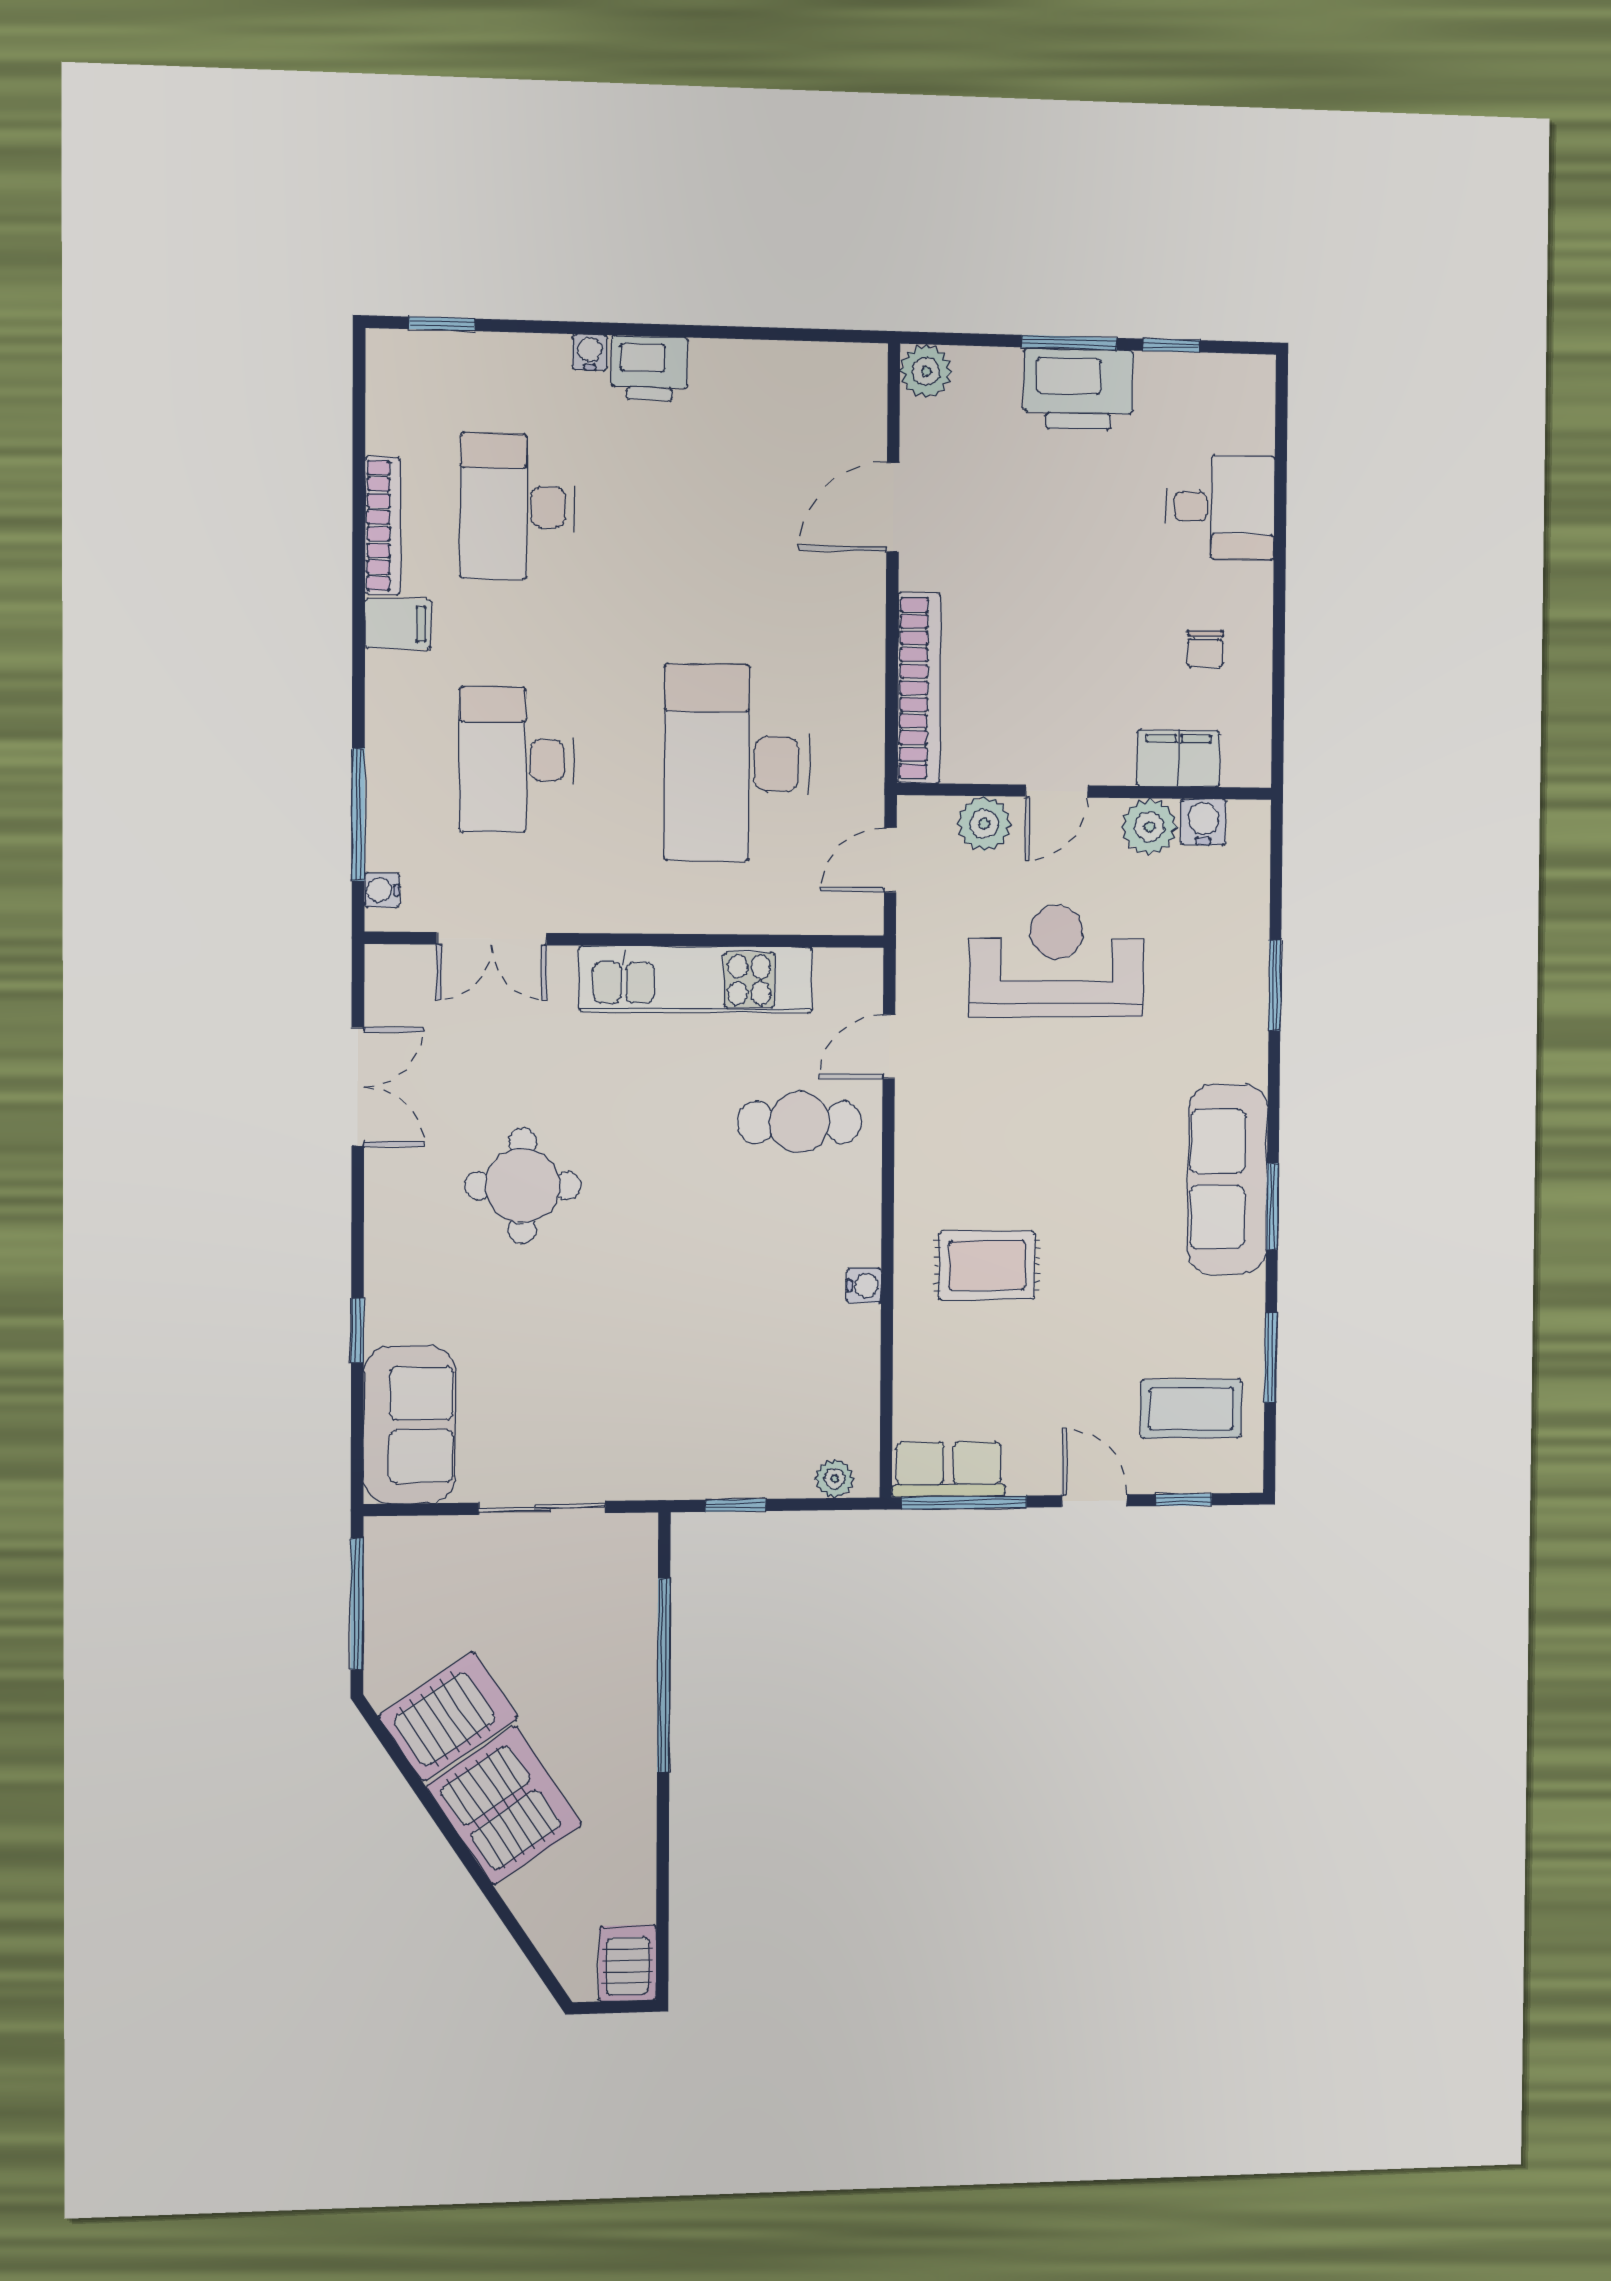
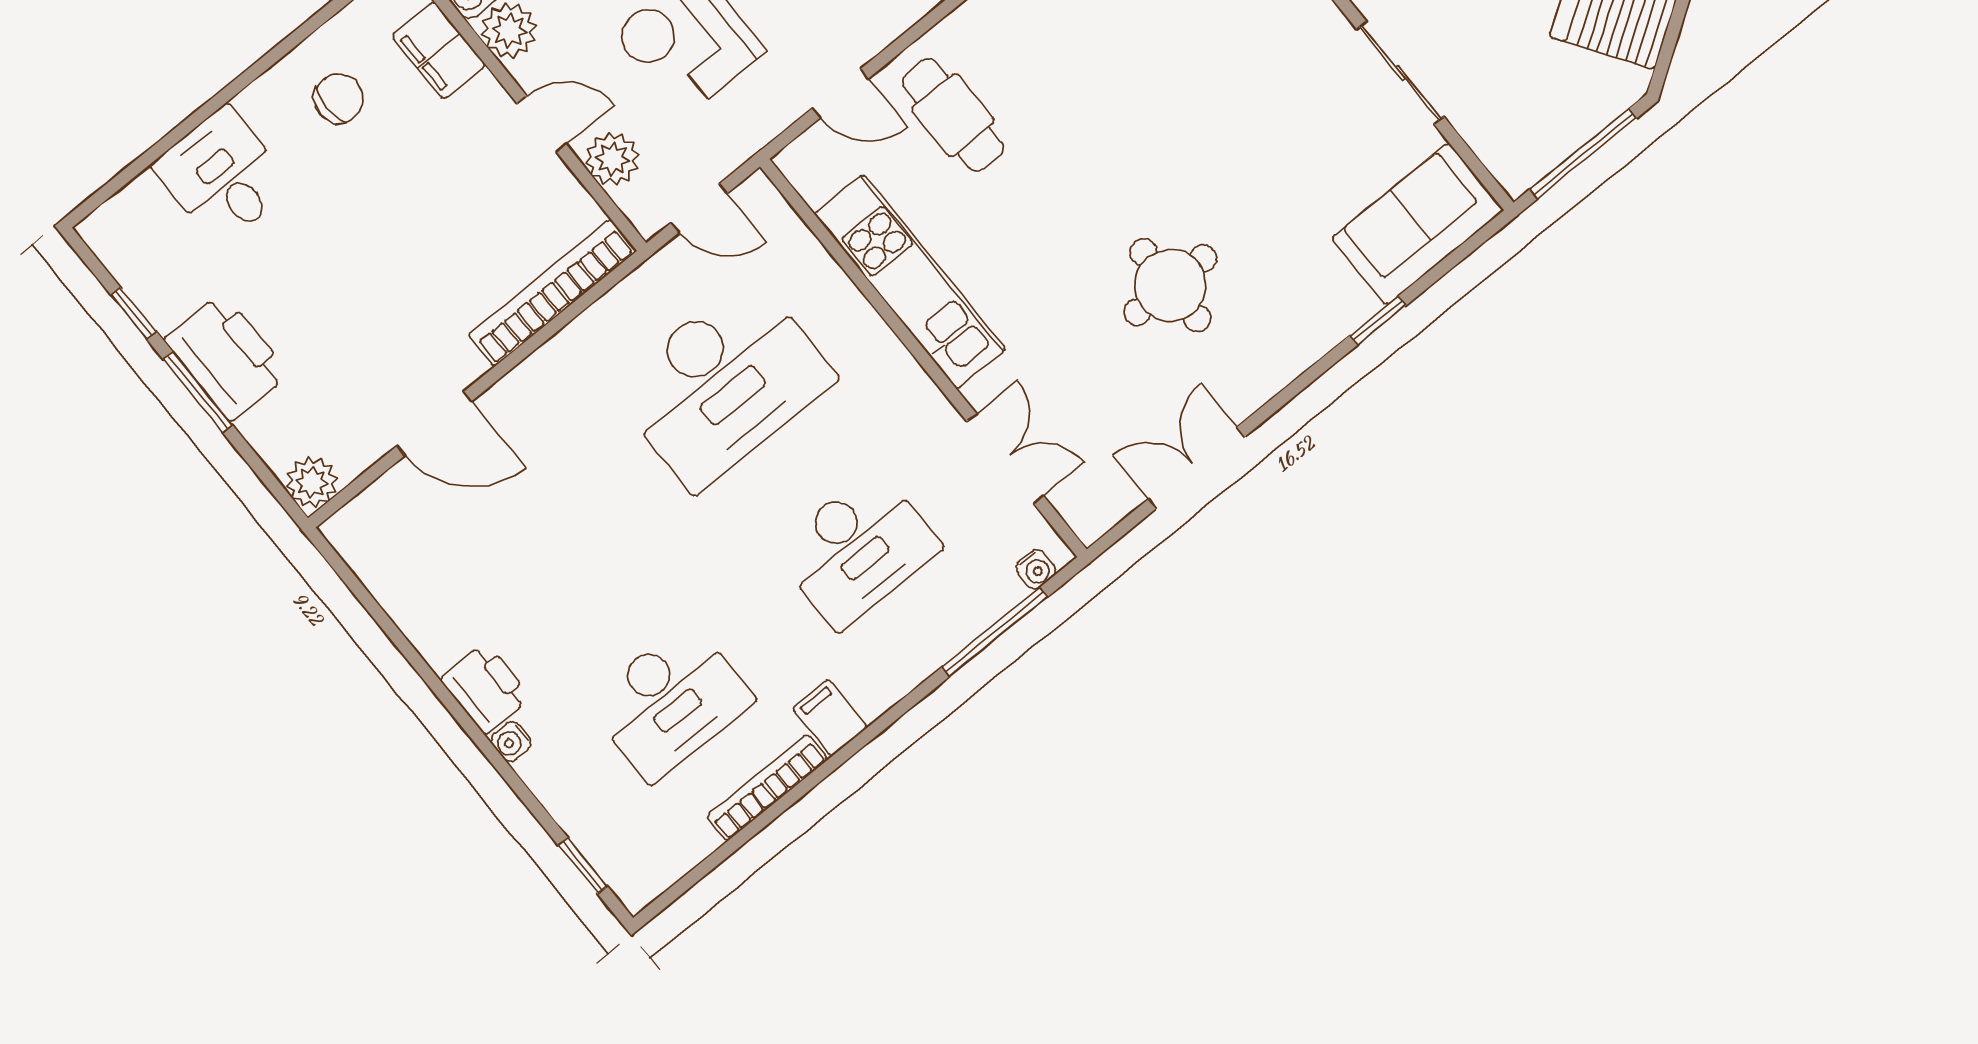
chair: (1205, 649) -> (339, 98), width x1.37, depth x1.37

